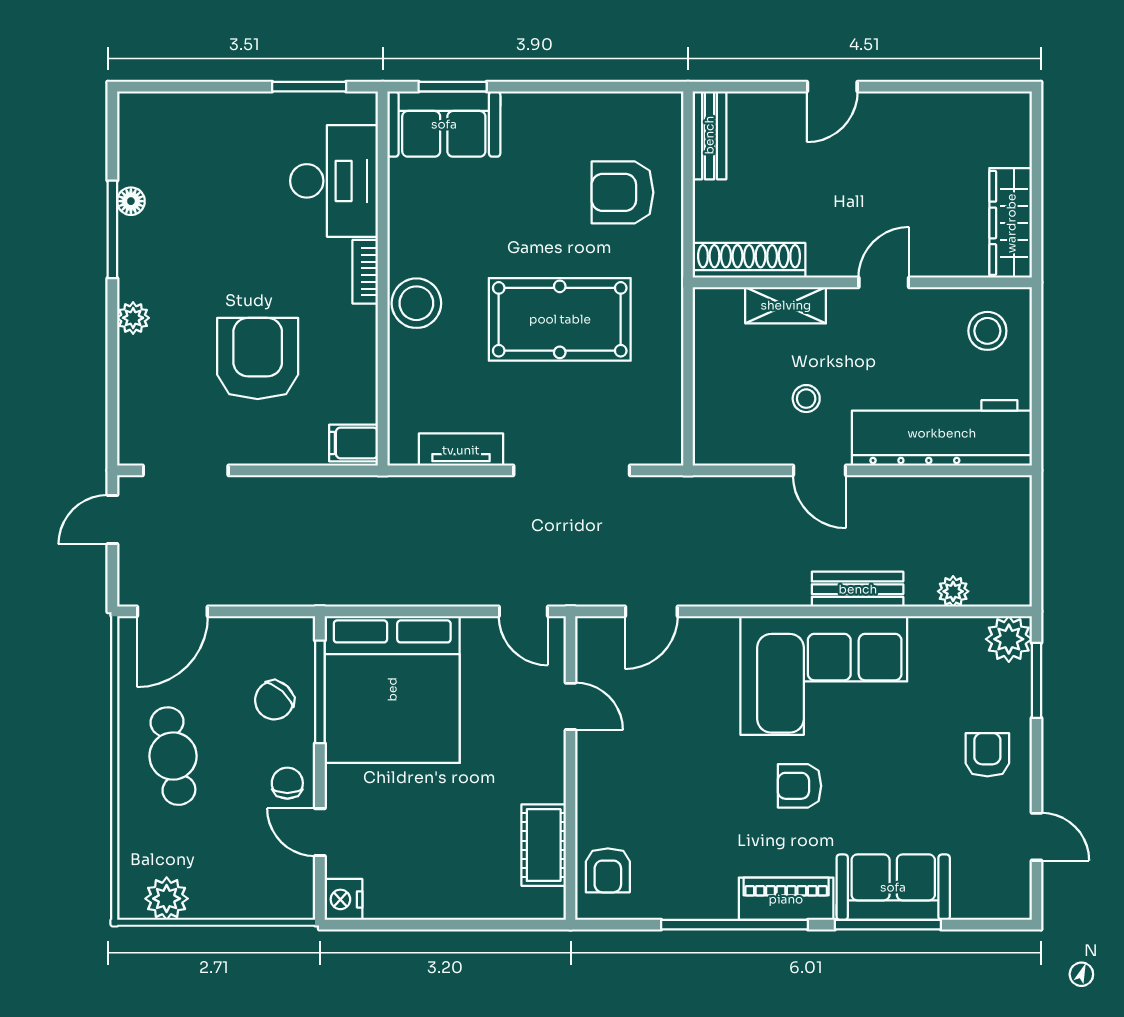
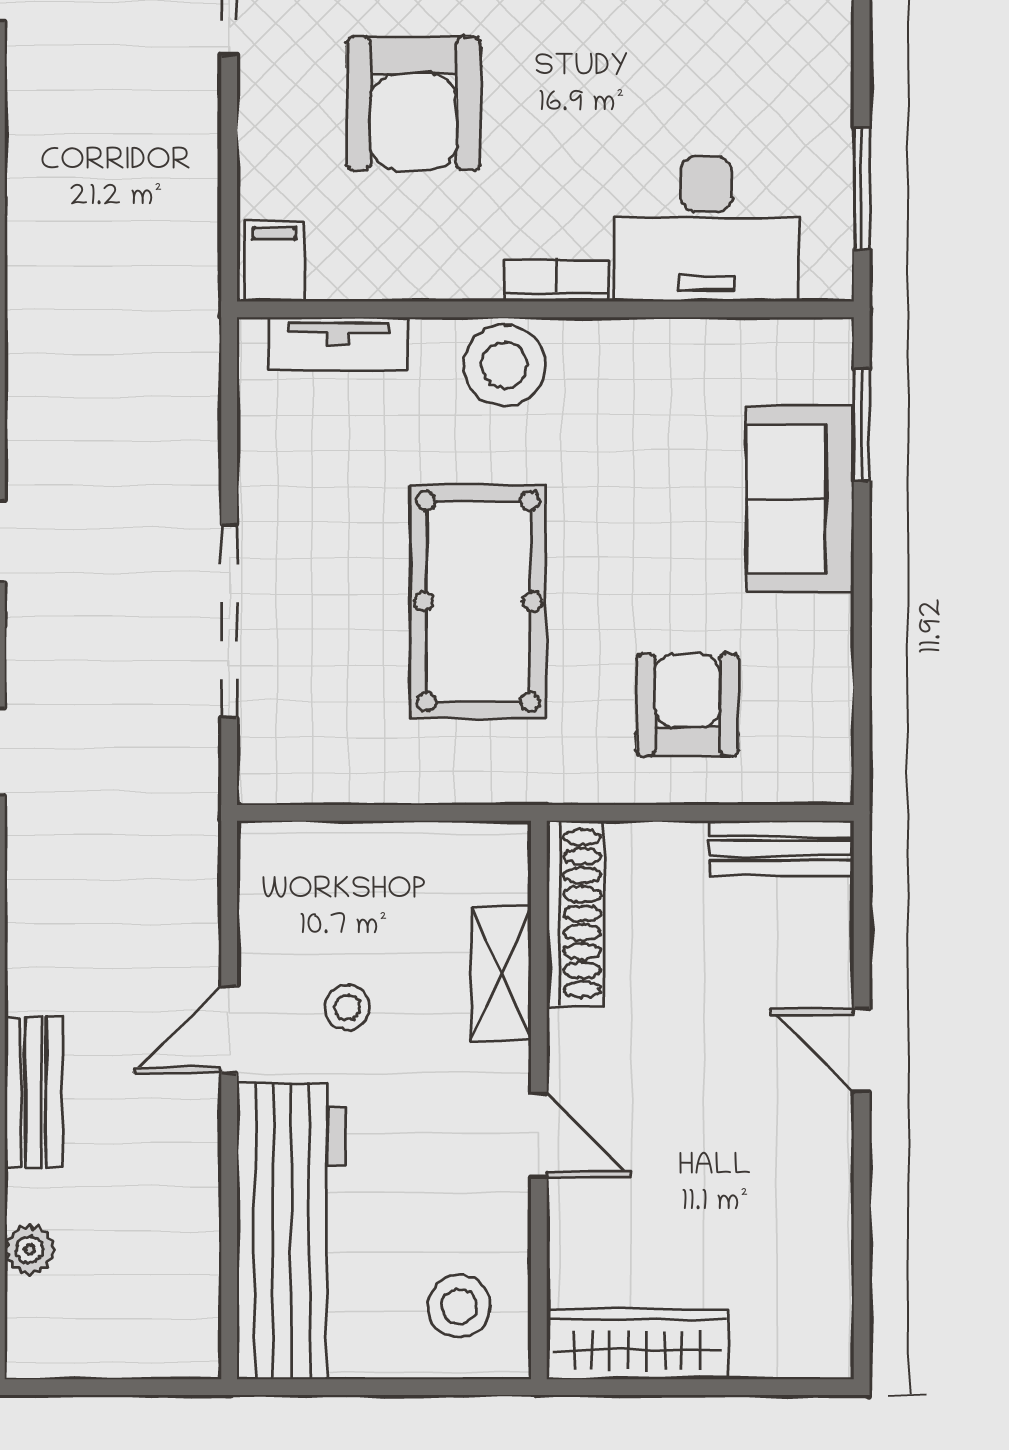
sofa: (444, 124) -> (800, 499), moved
armchair: (258, 358) -> (414, 103), turned 90
tv unit: (461, 450) -> (339, 344), moved, turned 90

